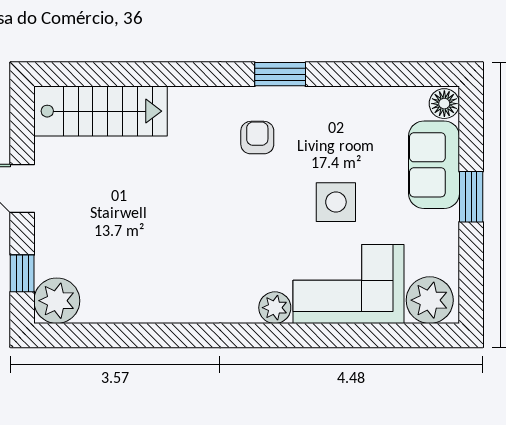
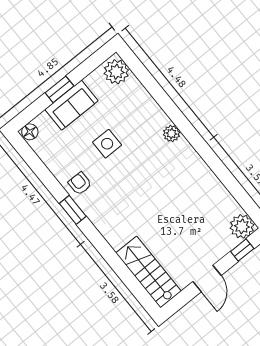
armchair: (257, 138) -> (80, 183), moved, turned 90
sofa: (434, 165) -> (71, 105), moved
corner sofa: (349, 284) -> (137, 111), removed

